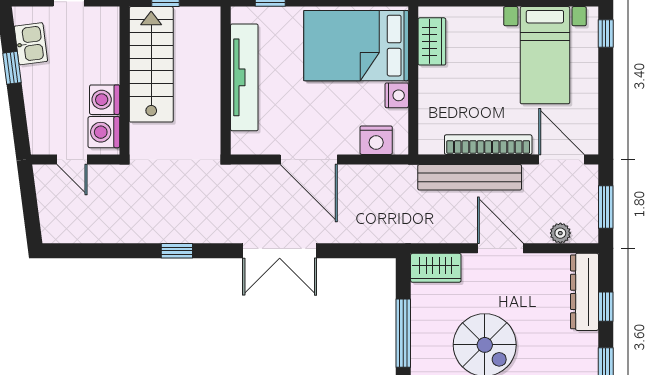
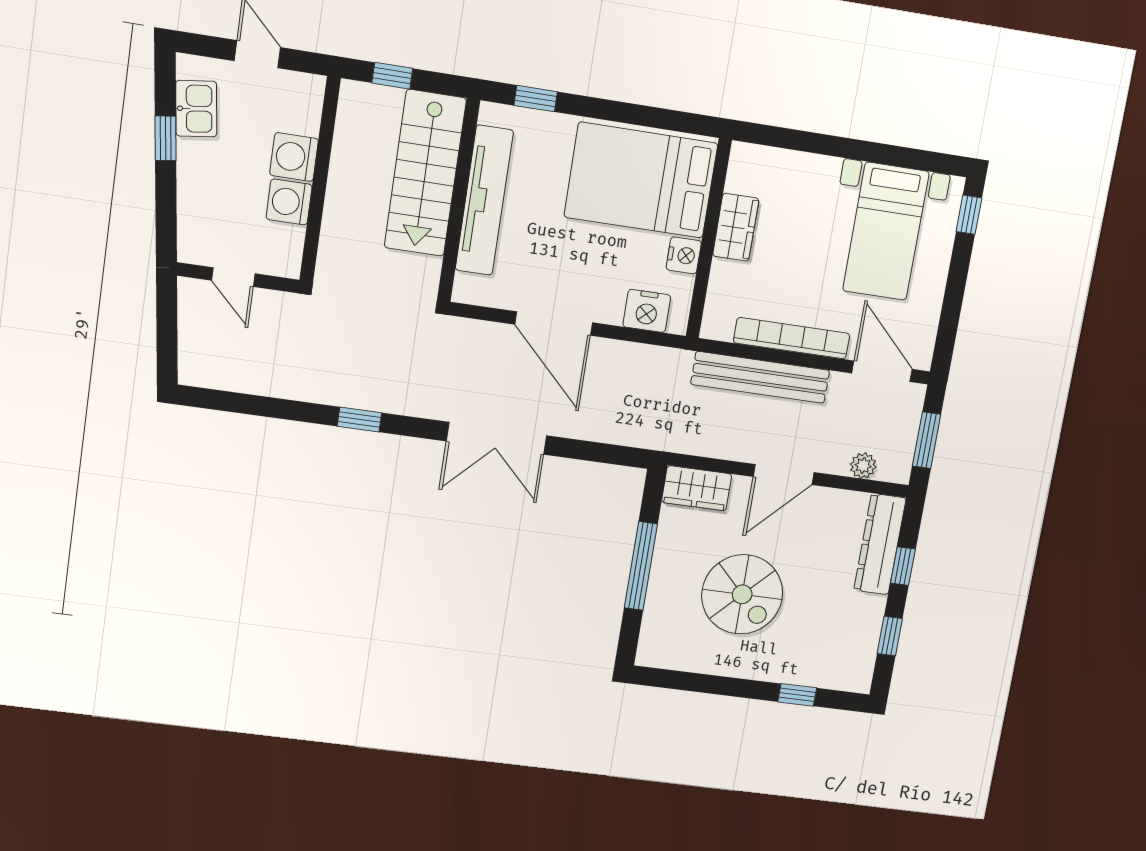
wardrobe: (432, 41) -> (736, 227), moved
stairs: (151, 64) -> (425, 173), moved, turned 180
washing machine: (104, 132) -> (294, 157), moved
door: (500, 248) -> (784, 475), swing flipped

